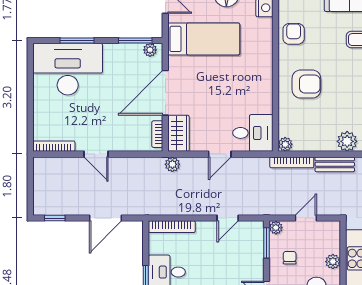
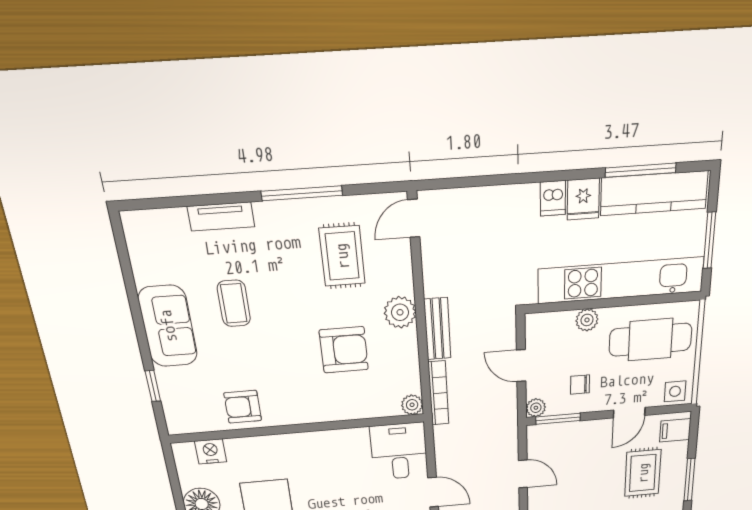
armchair: (306, 84) -> (344, 350), moved, turned 90

